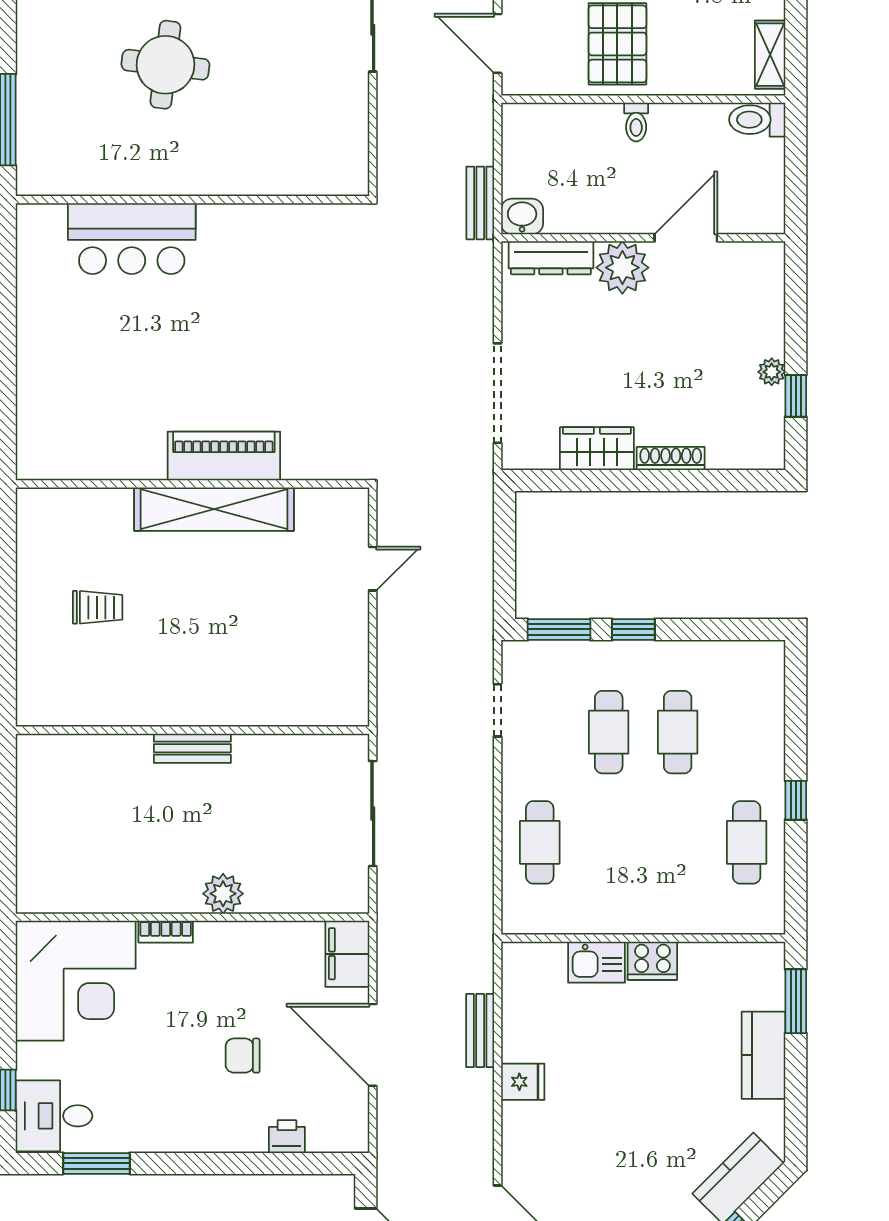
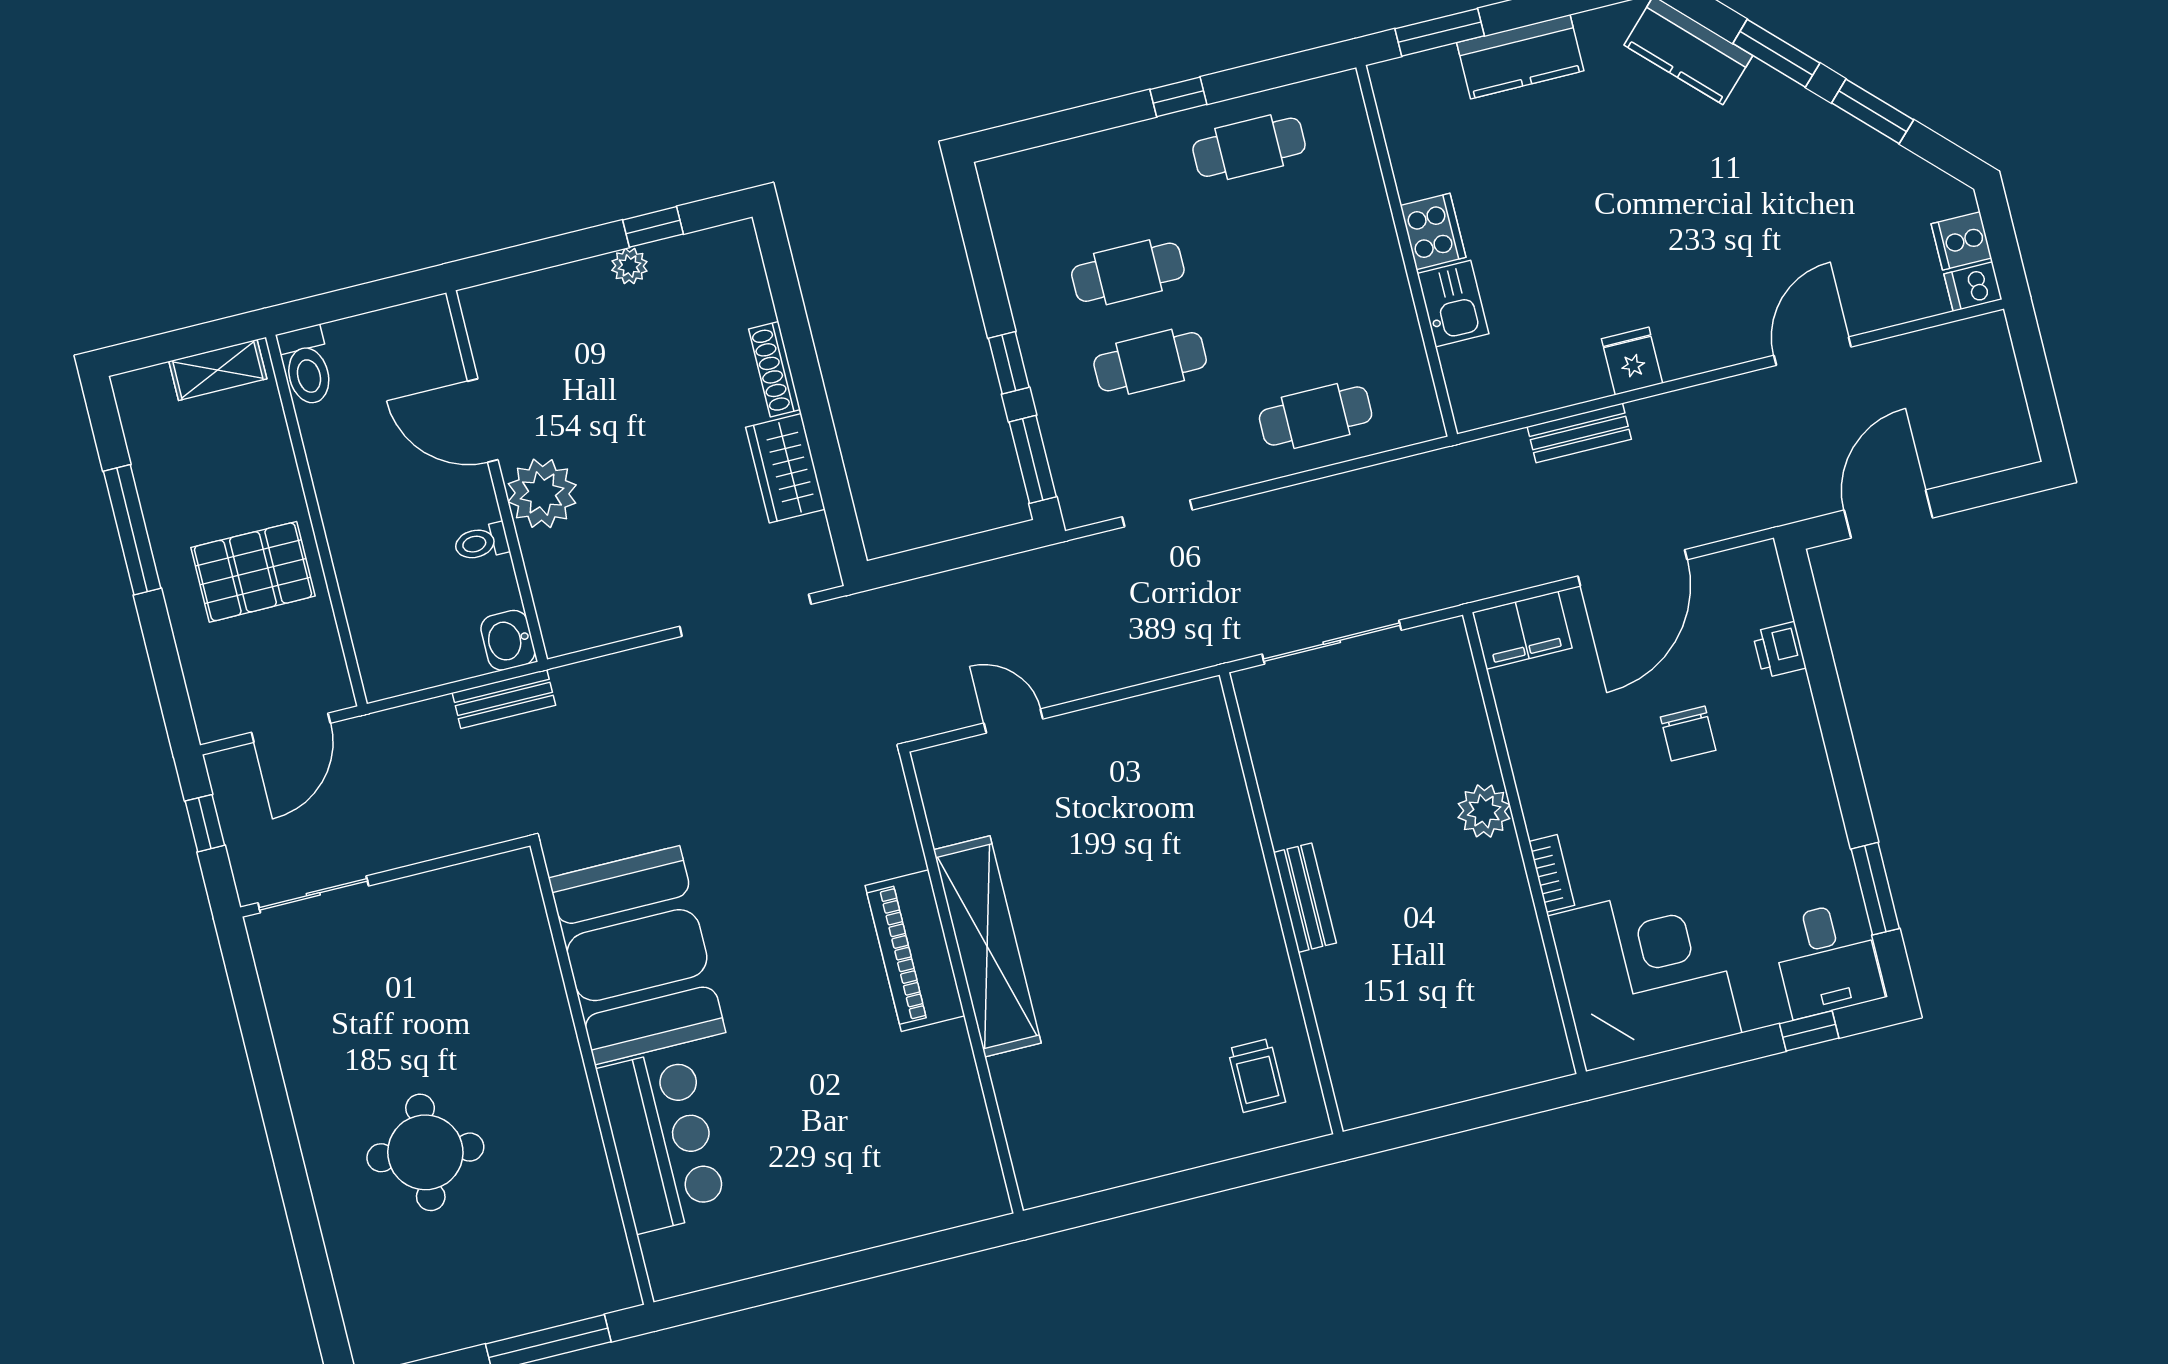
toilet: (636, 122) -> (481, 542), moved, turned 180
booth: (270, 254) -> (637, 955), added
dresser: (551, 258) -> (552, 589), removed
trolley: (98, 607) -> (1257, 1075), moved, turned 180

